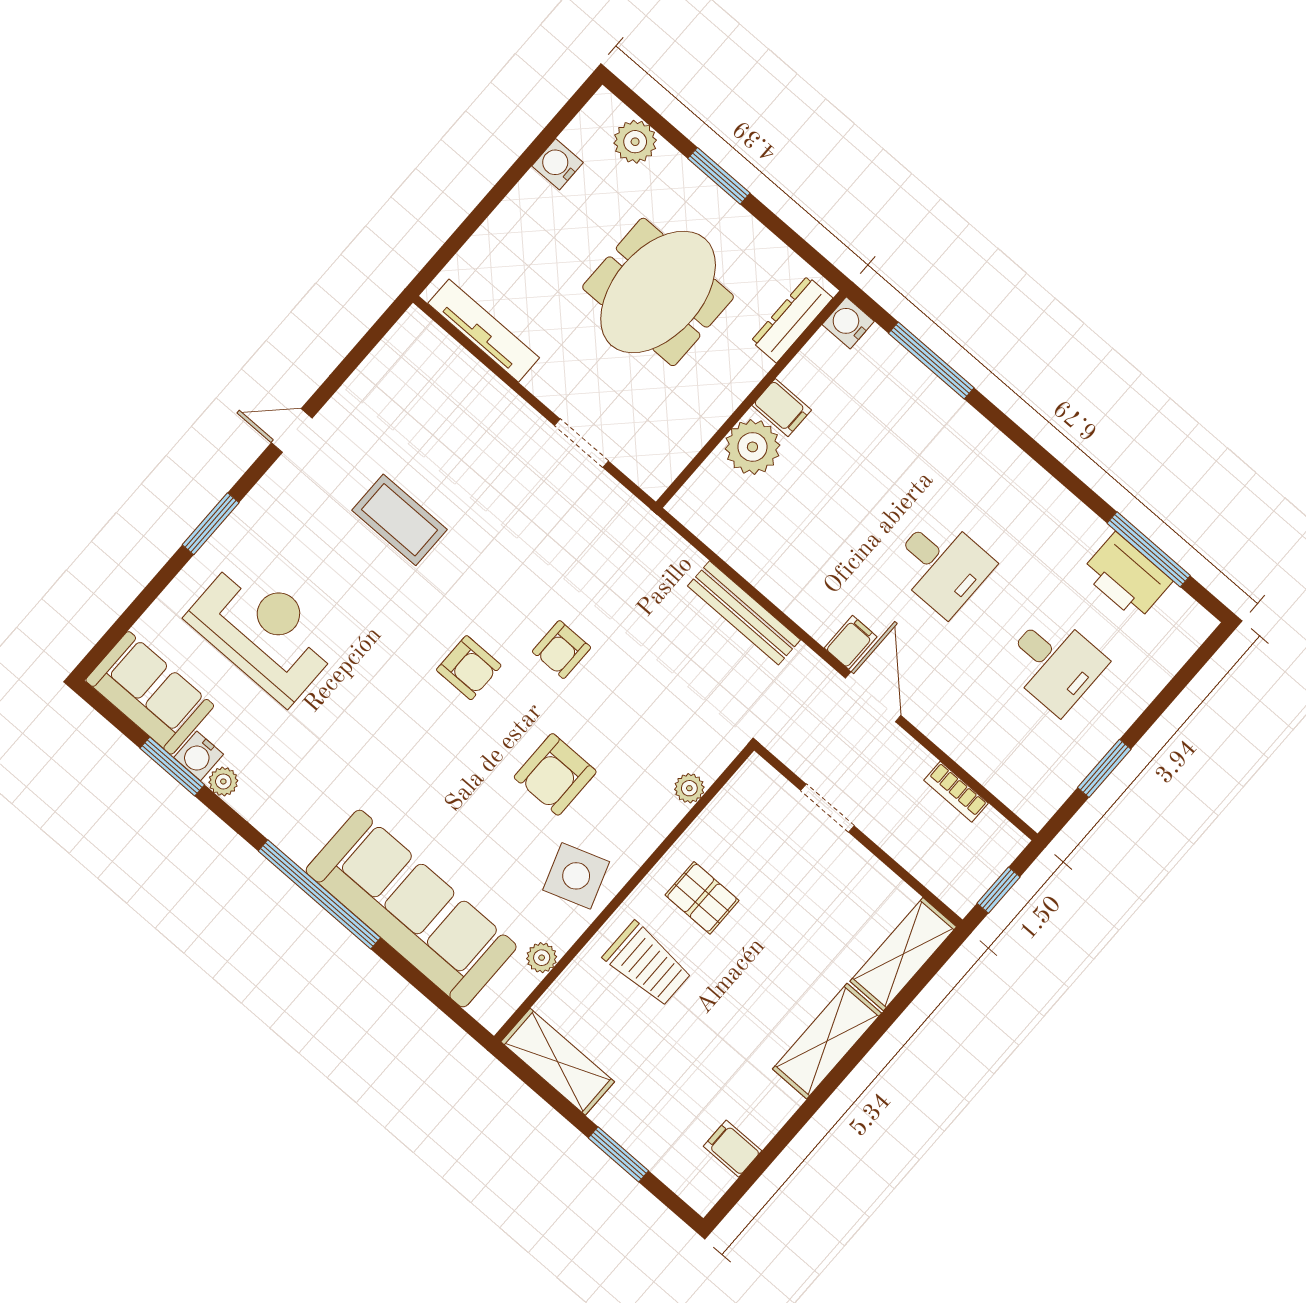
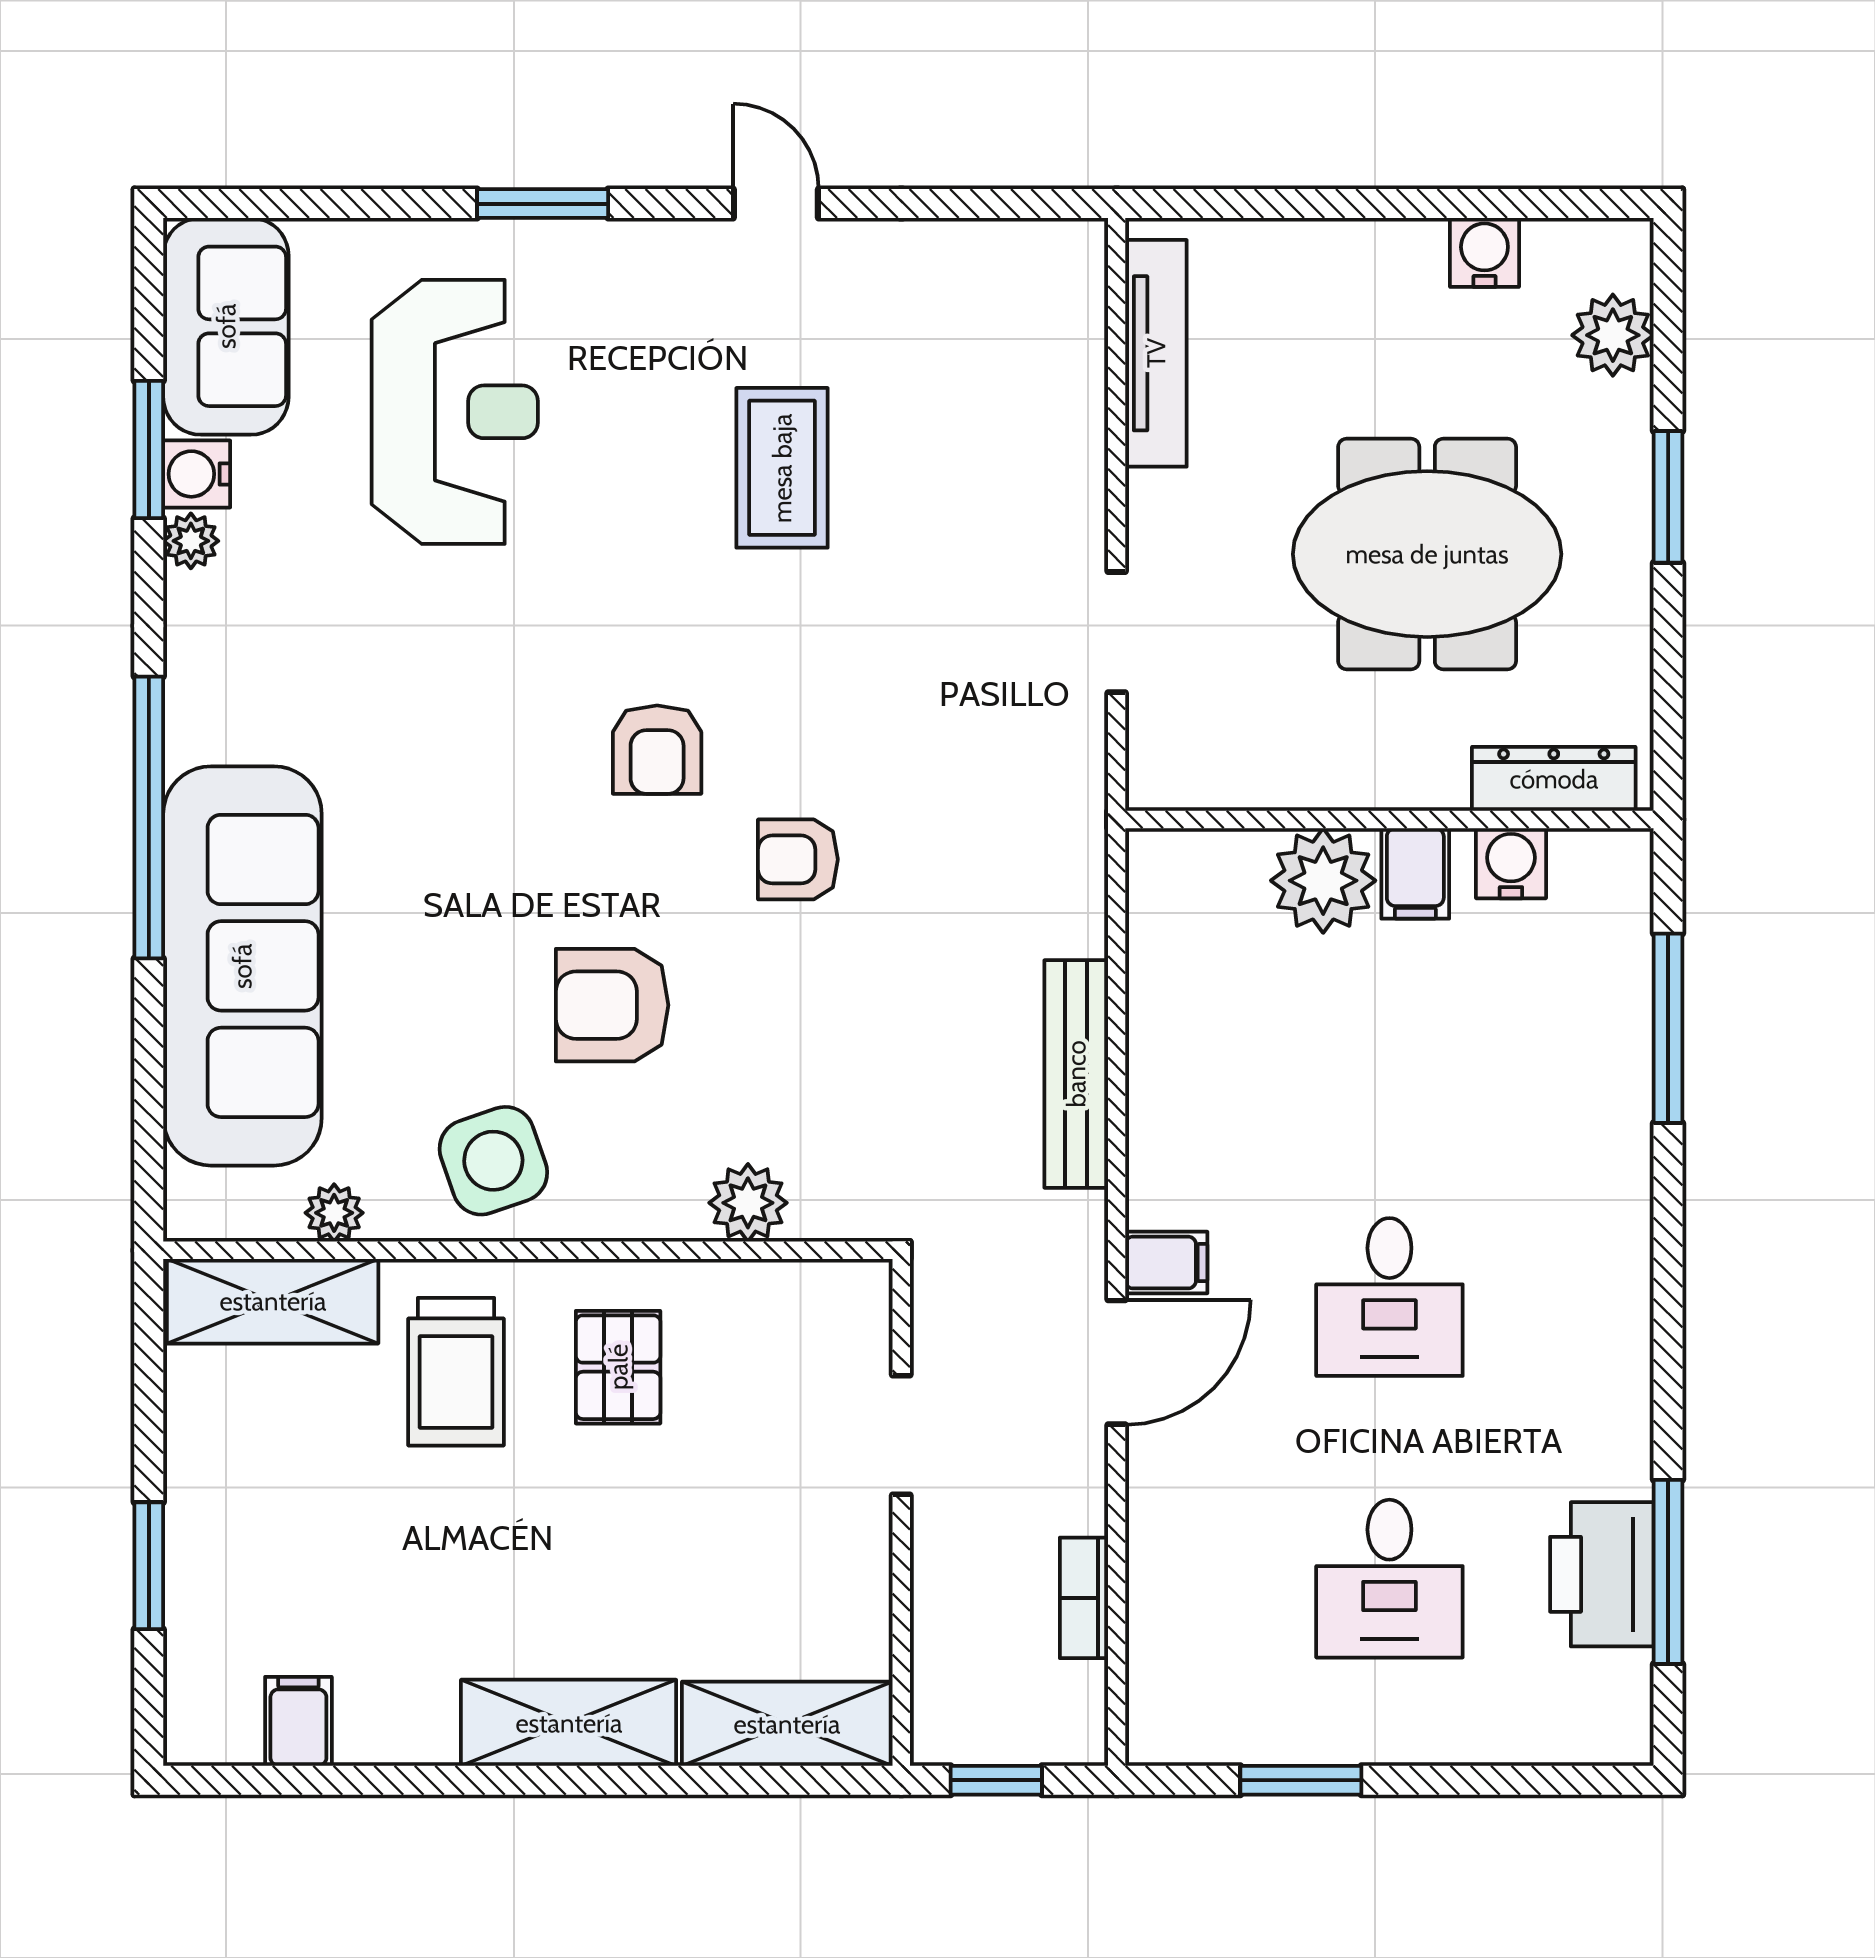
water cooler: (848, 323) -> (1511, 863), moved
plant: (689, 788) -> (748, 1203), width x1.38, depth x1.38
shelving: (558, 1062) -> (273, 1301), moved, turned 90

